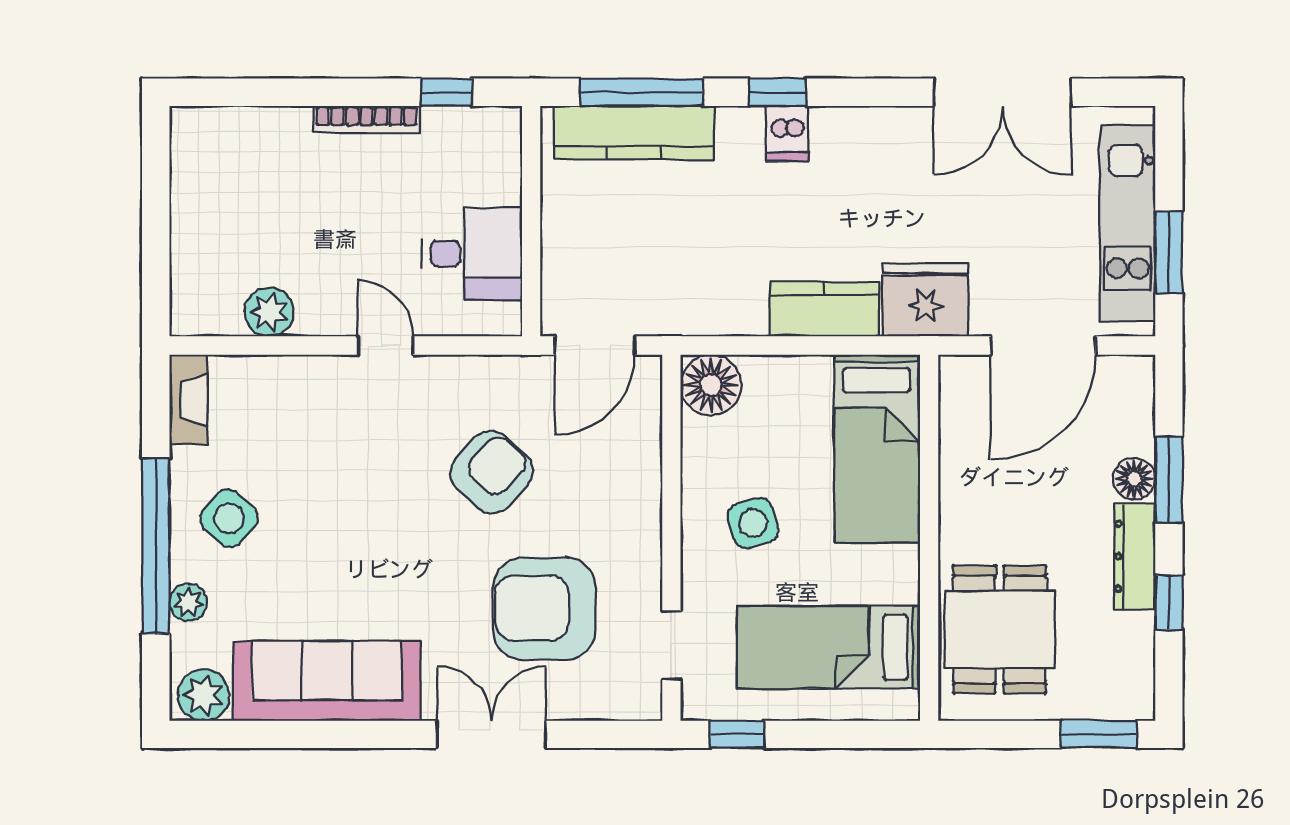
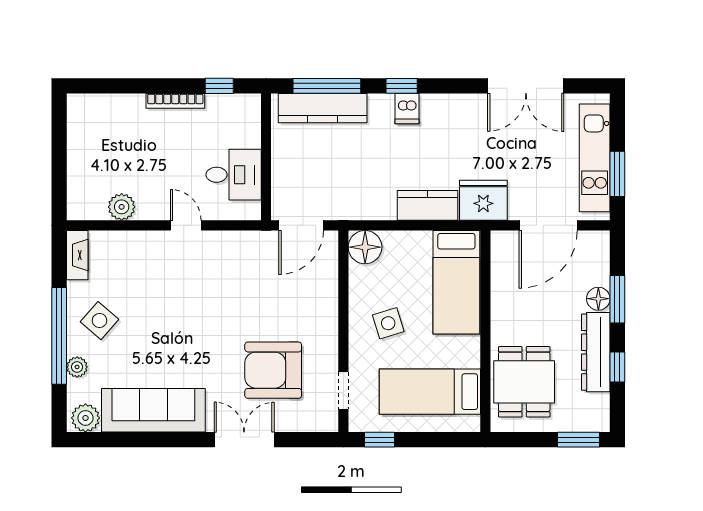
armchair: (492, 472) -> (244, 295), removed
dresser: (1135, 556) -> (596, 352), width x1.37, depth x1.24

